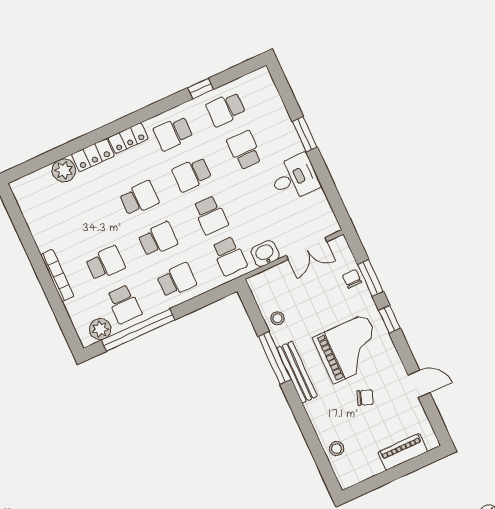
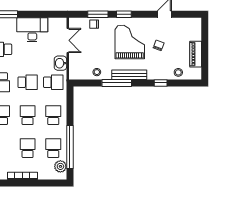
desk: (295, 178) -> (32, 30), width x1.37
school desk: (124, 304) -> (53, 148), turned -90
window: (307, 428) -> (161, 83), added
piano: (403, 452) -> (196, 54), moved

